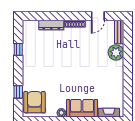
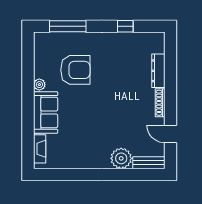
window: (18, 92) -> (68, 26), width x2.17
armchair: (34, 102) -> (75, 70), moved

